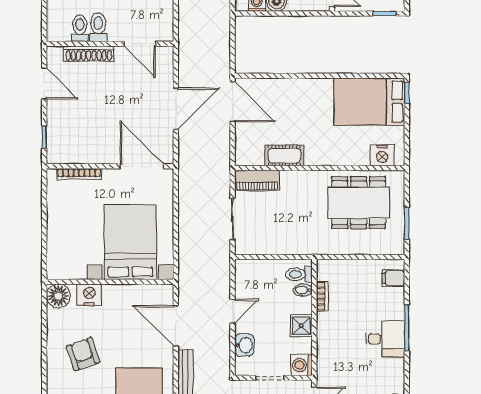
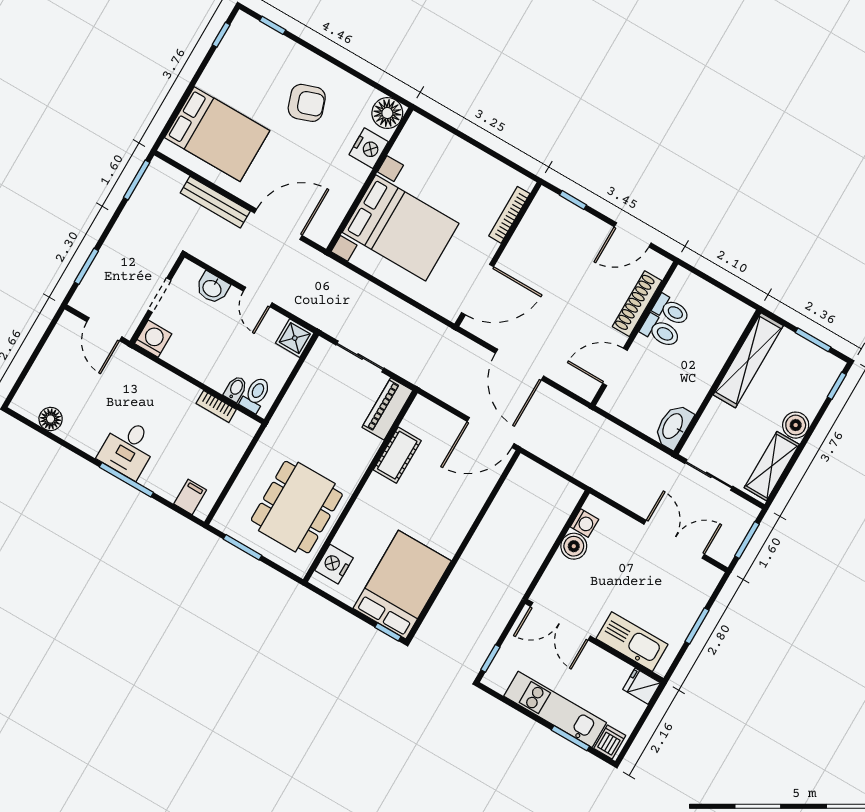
shower: (301, 326) -> (295, 338), moved

